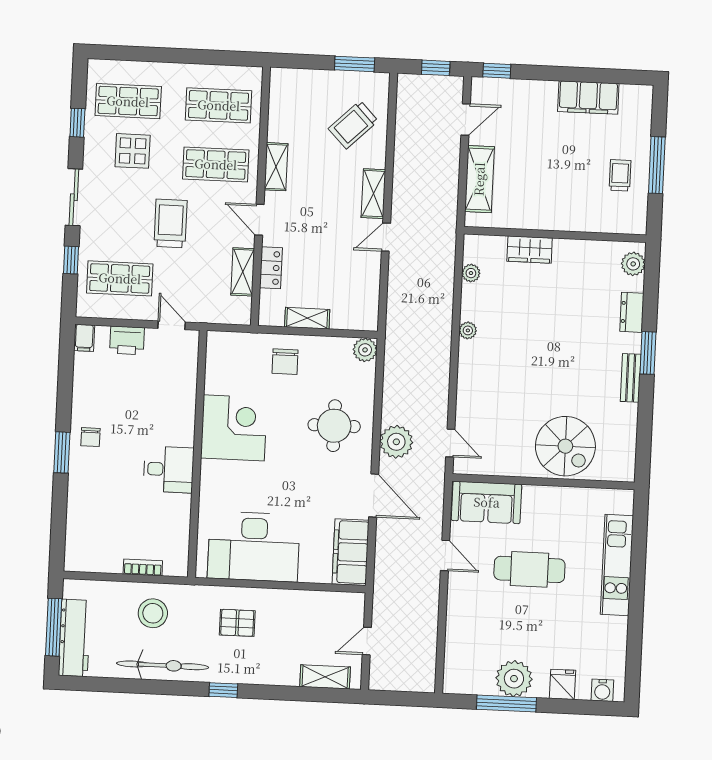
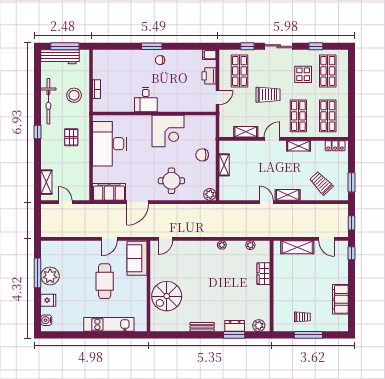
locker: (271, 268) -> (335, 146), moved
window: (648, 353) -> (234, 335), moved
plant: (396, 442) -> (165, 212), removed

